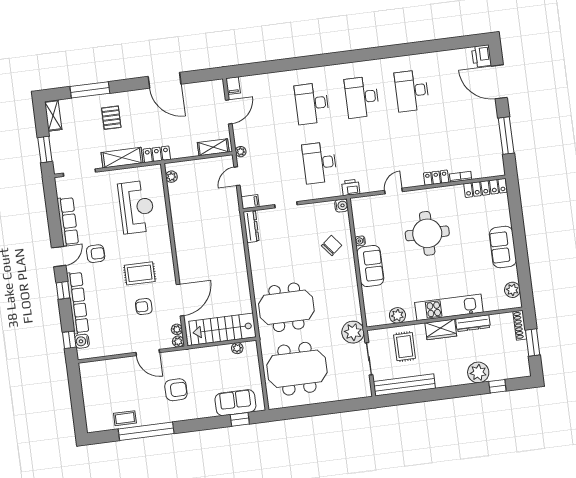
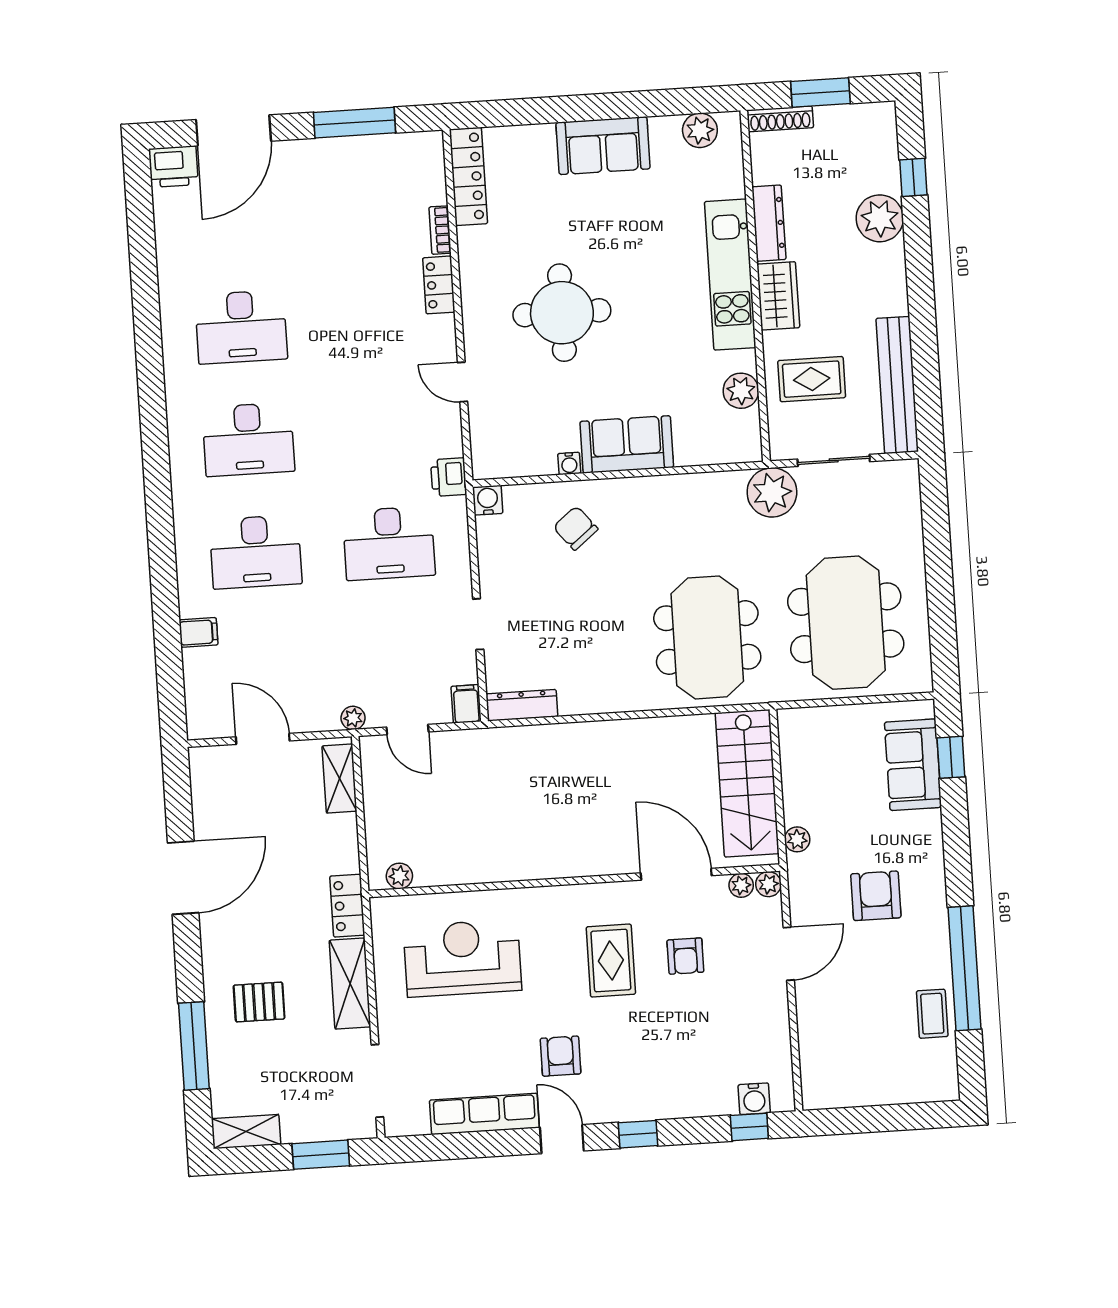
filing cabinet: (233, 86) -> (199, 632), moved
row of seats: (78, 303) -> (668, 1103), removed
plant: (237, 348) -> (797, 839), moved

